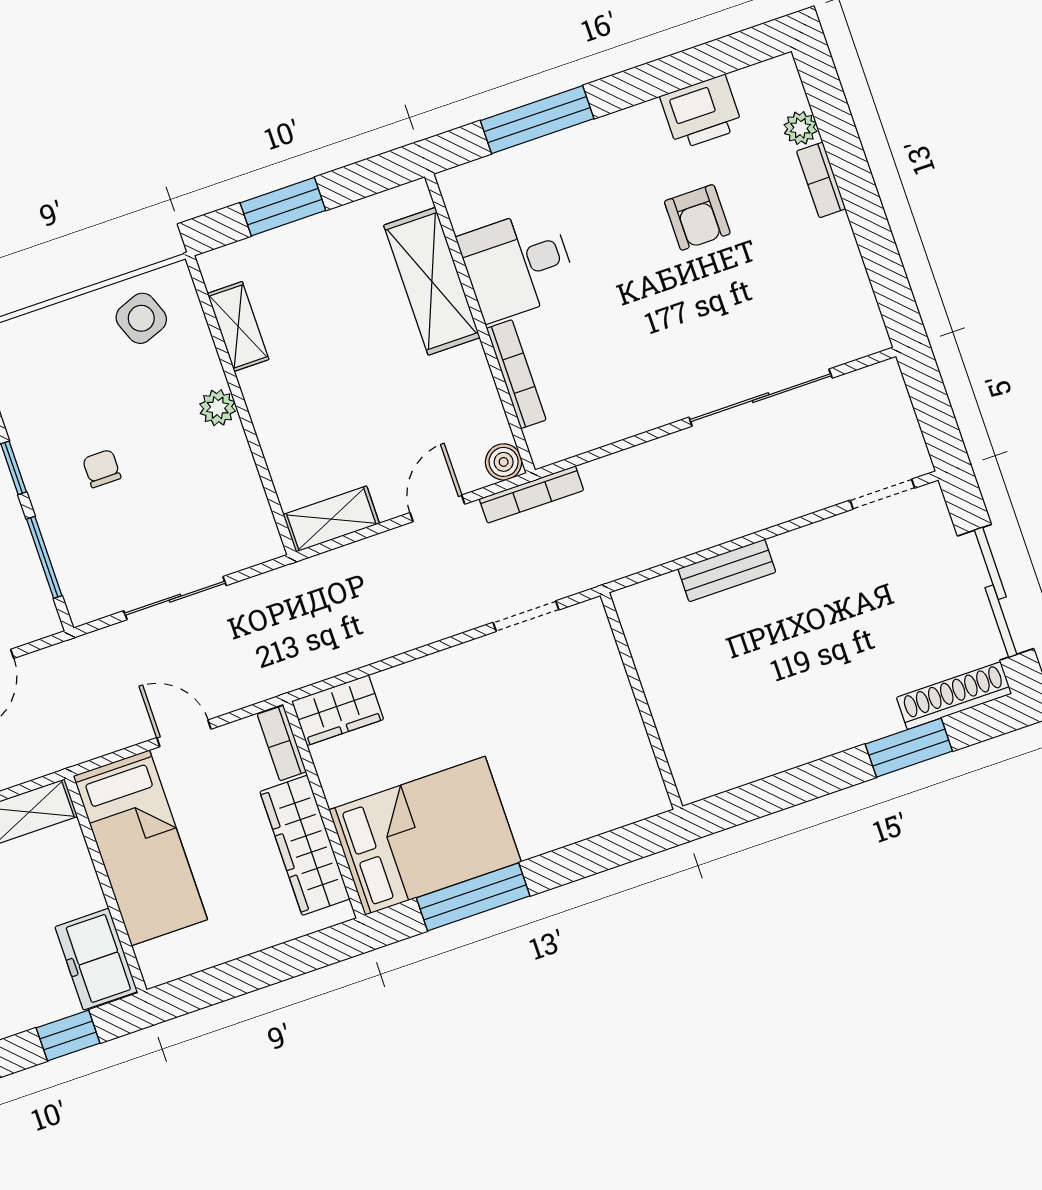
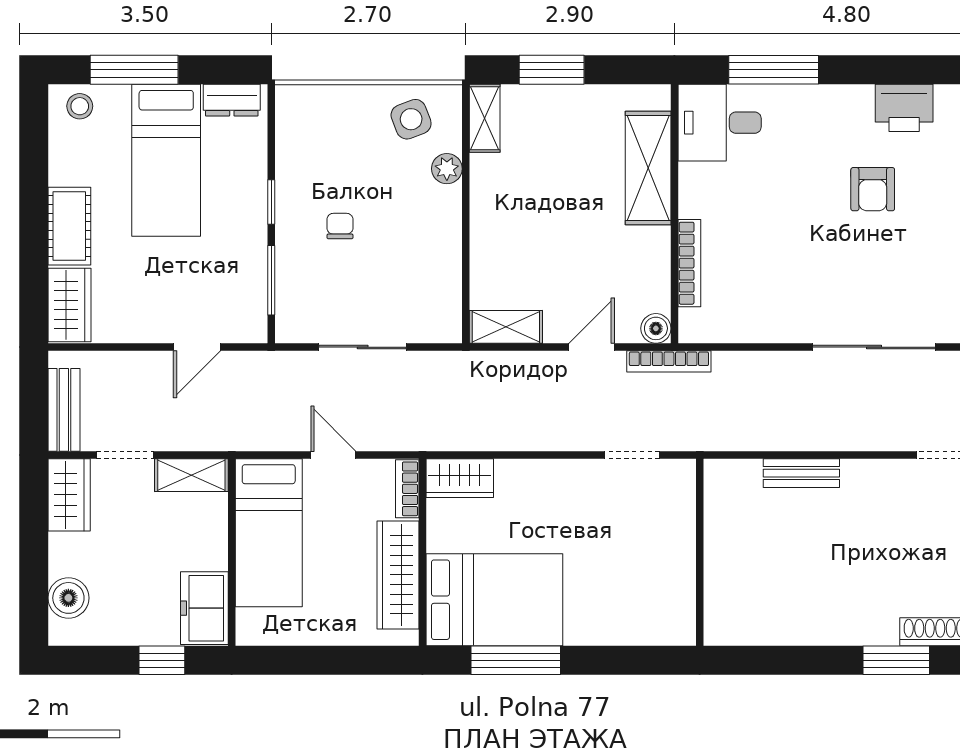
desk: (517, 265) -> (720, 123), moved
shelving: (238, 326) -> (485, 118), moved
plant: (218, 408) -> (447, 169), moved

